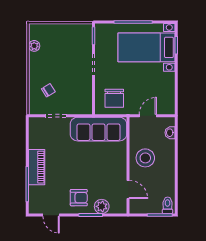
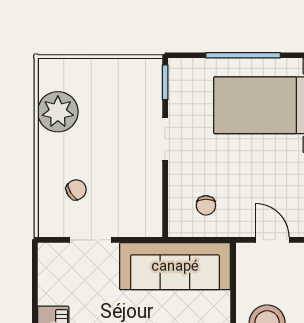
plant: (34, 46) -> (58, 112), width x1.87, depth x1.87
chair: (114, 98) -> (206, 205), width x0.54, depth x0.54
door: (148, 116) -> (272, 240), hinge flipped

